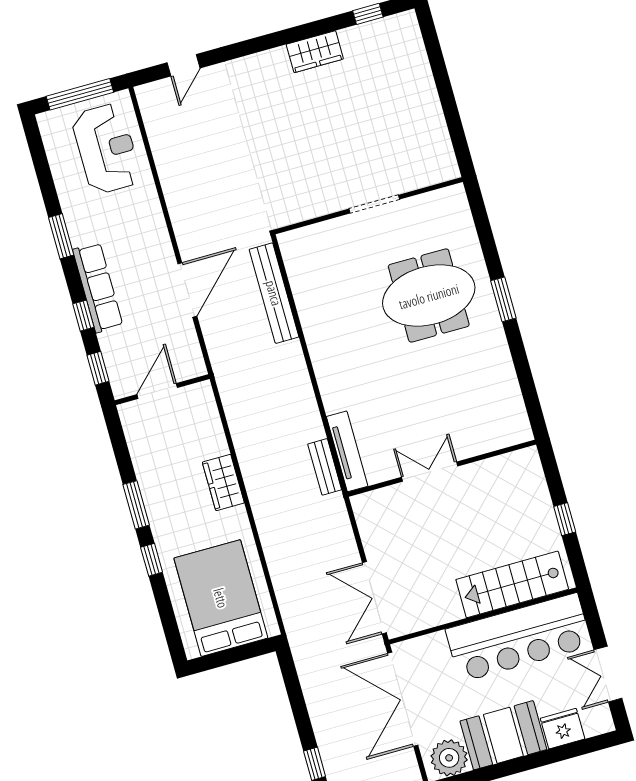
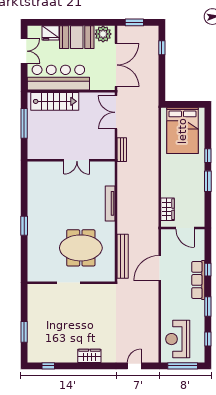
wardrobe: (315, 52) -> (89, 356), moved
window: (440, 72) -> (24, 332), added
meeting table: (429, 296) -> (81, 248), moved
window: (98, 368) -> (208, 339), moved
door: (157, 391) -> (185, 228), hinge flipped
tv unit: (347, 451) -> (110, 203), moved
bench: (325, 467) -> (122, 150), moved
wardrobe: (223, 483) -> (167, 209), moved
window: (565, 519) -> (24, 123), width x2.17
double door: (374, 598) -> (116, 112), swing flipped

